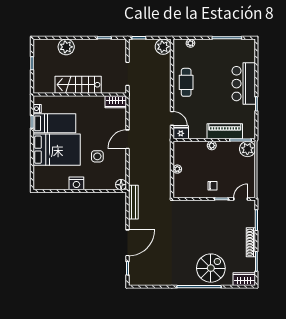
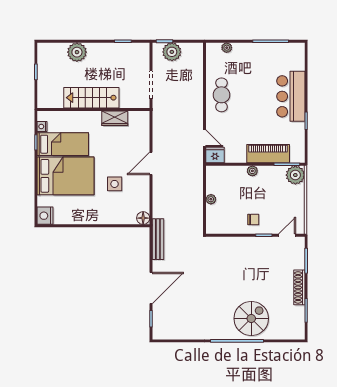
plant: (163, 47) -> (172, 52), moved
wardrobe: (116, 102) -> (115, 118), moved
nightstand: (76, 183) -> (45, 216), moved, turned 90
wardrobe: (244, 279) -> (291, 332), removed

